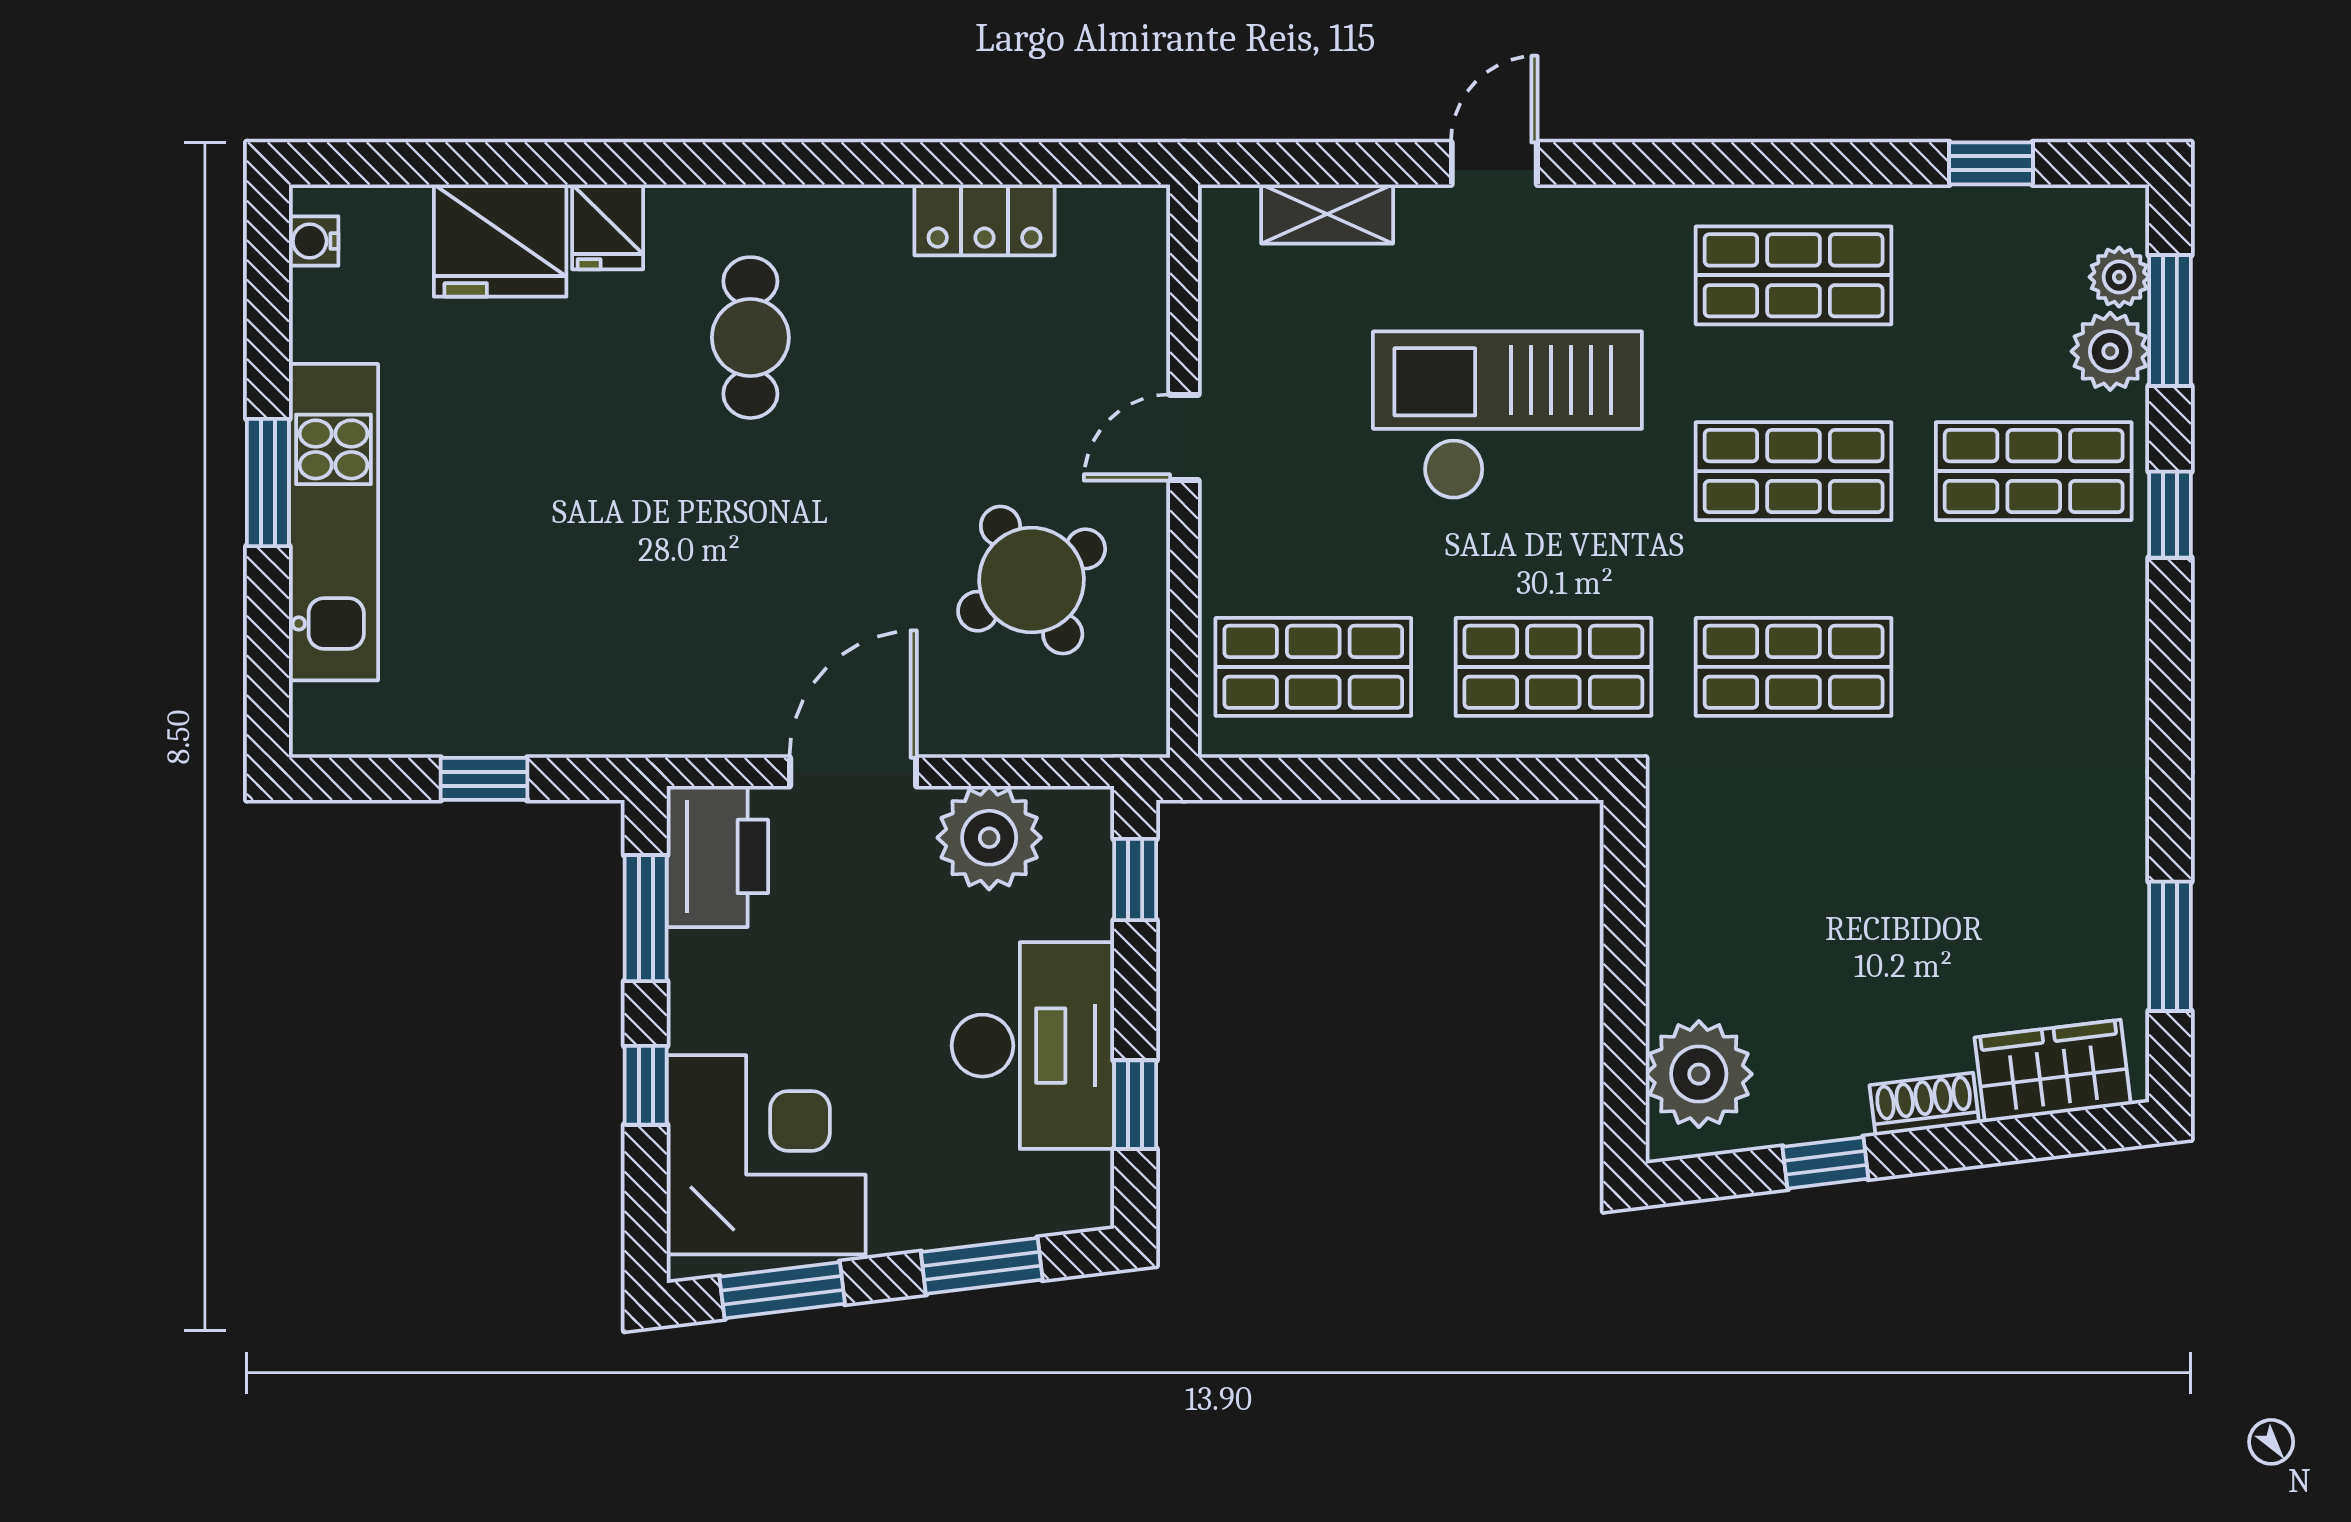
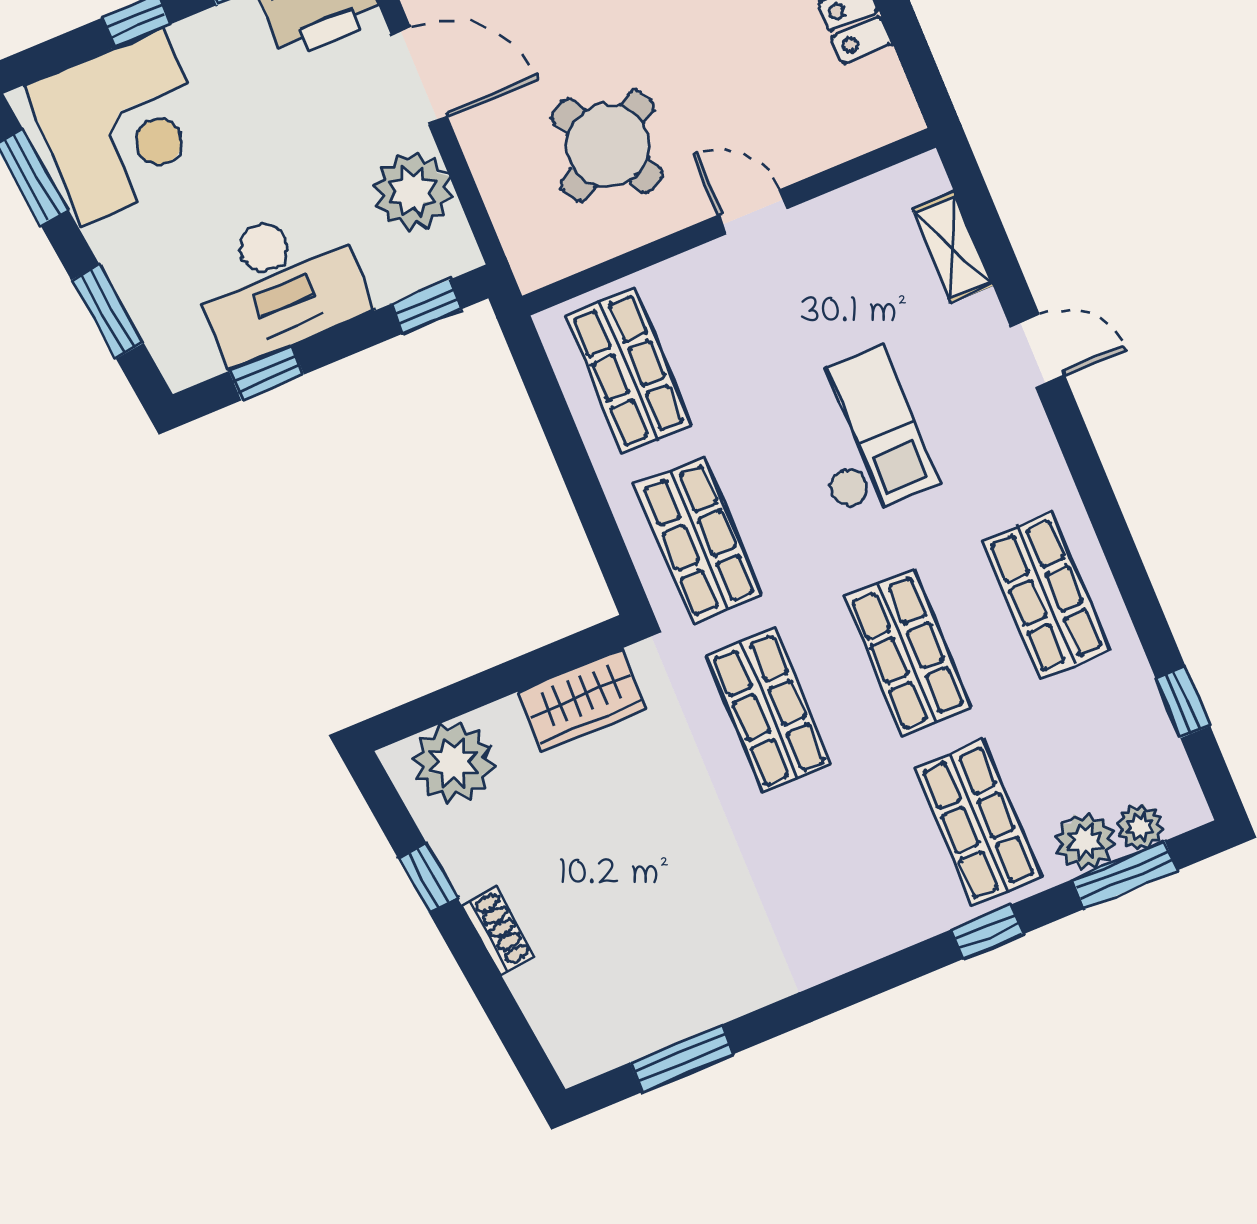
checkout: (1507, 415) -> (863, 434), width x0.73, depth x0.83
wardrobe: (2053, 1071) -> (582, 700), moved, turned 97

